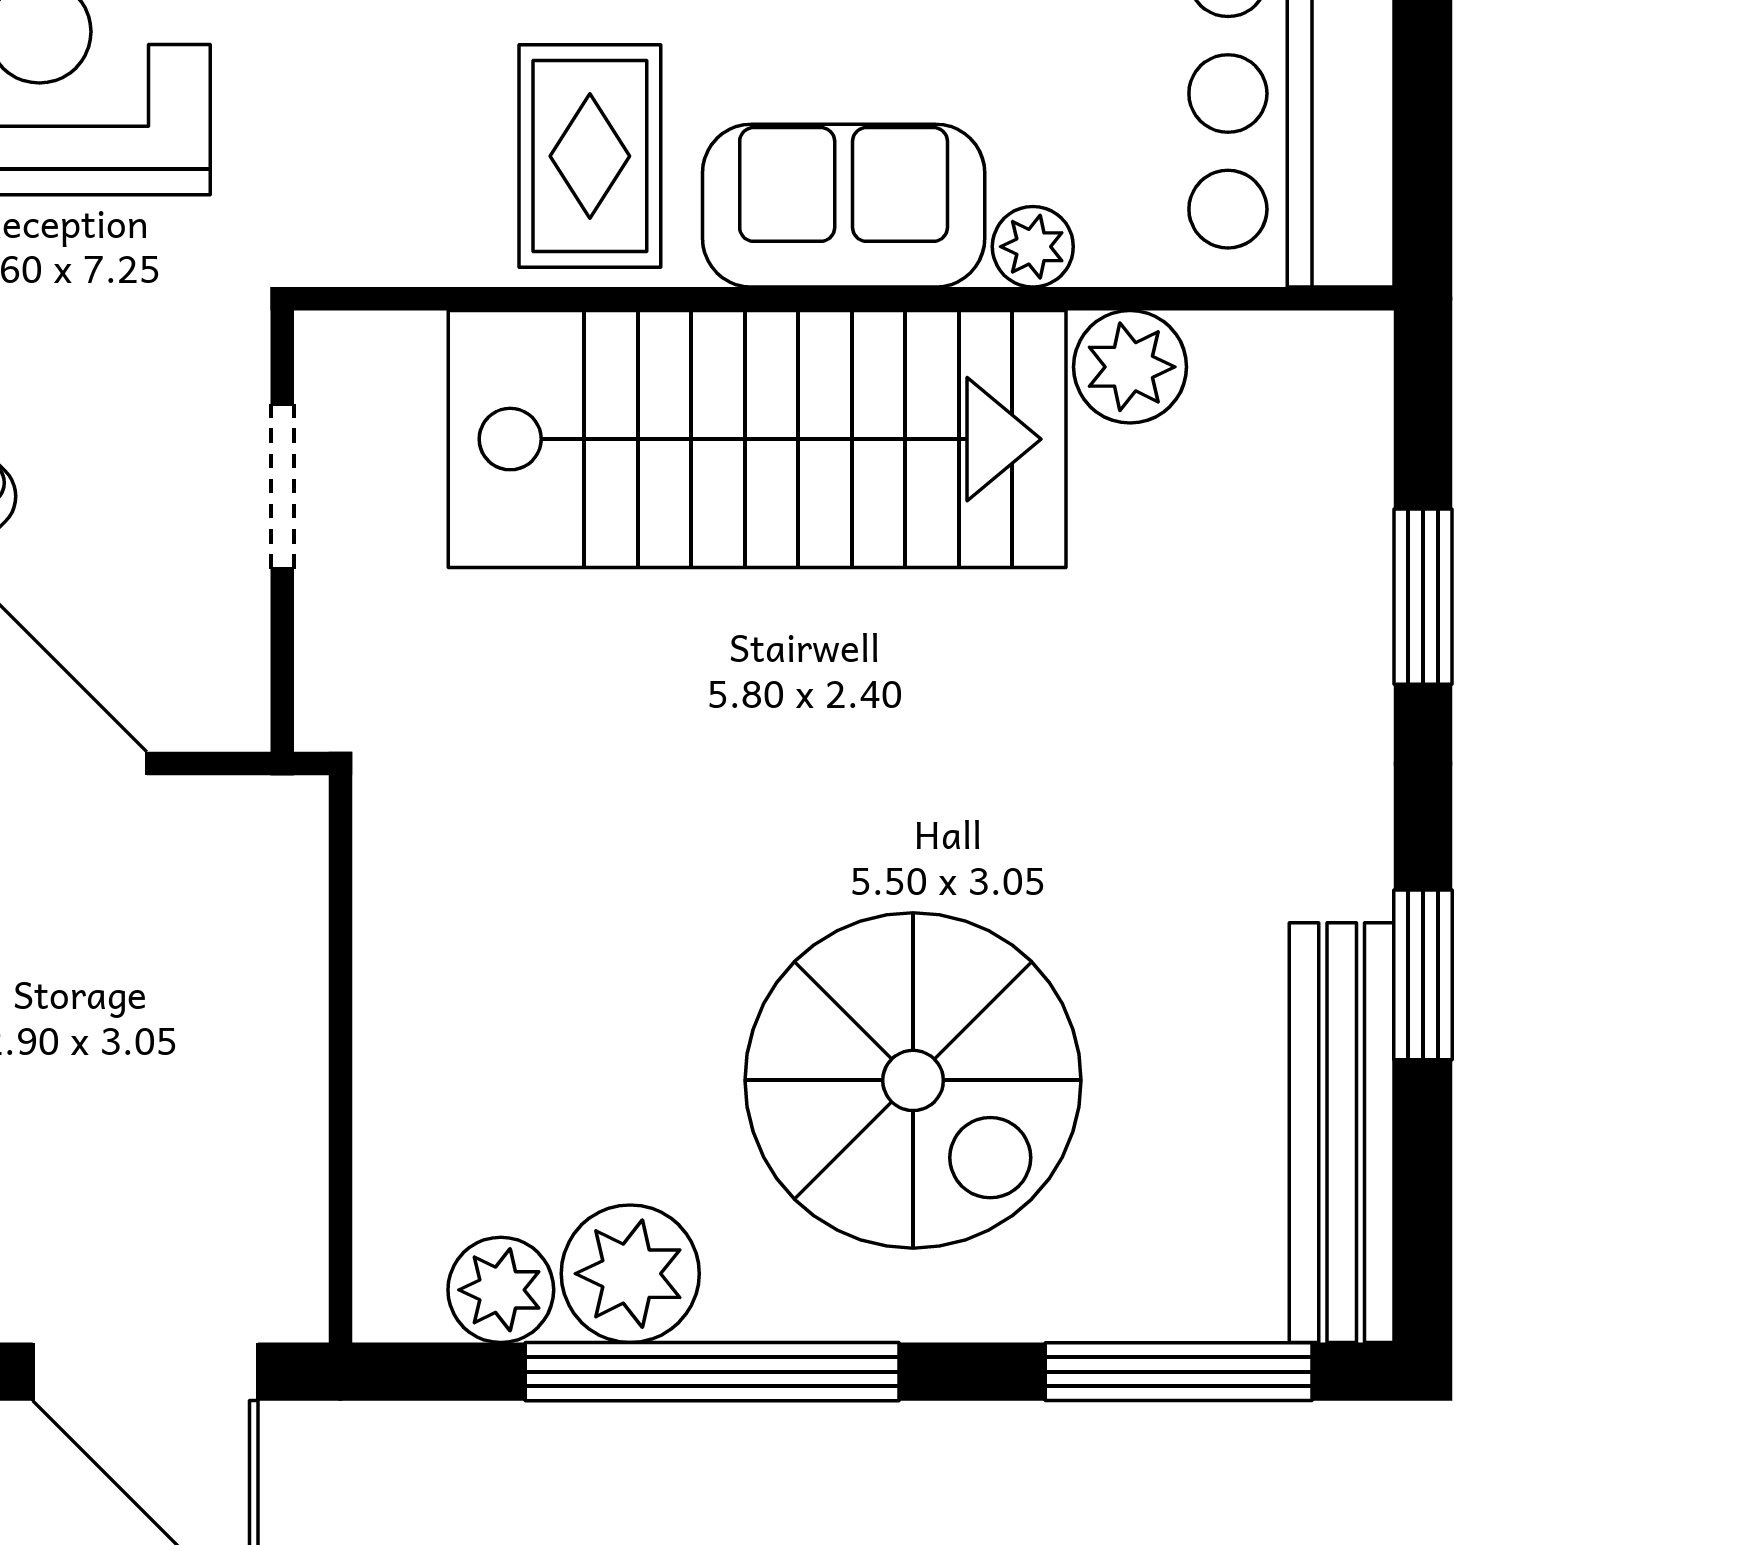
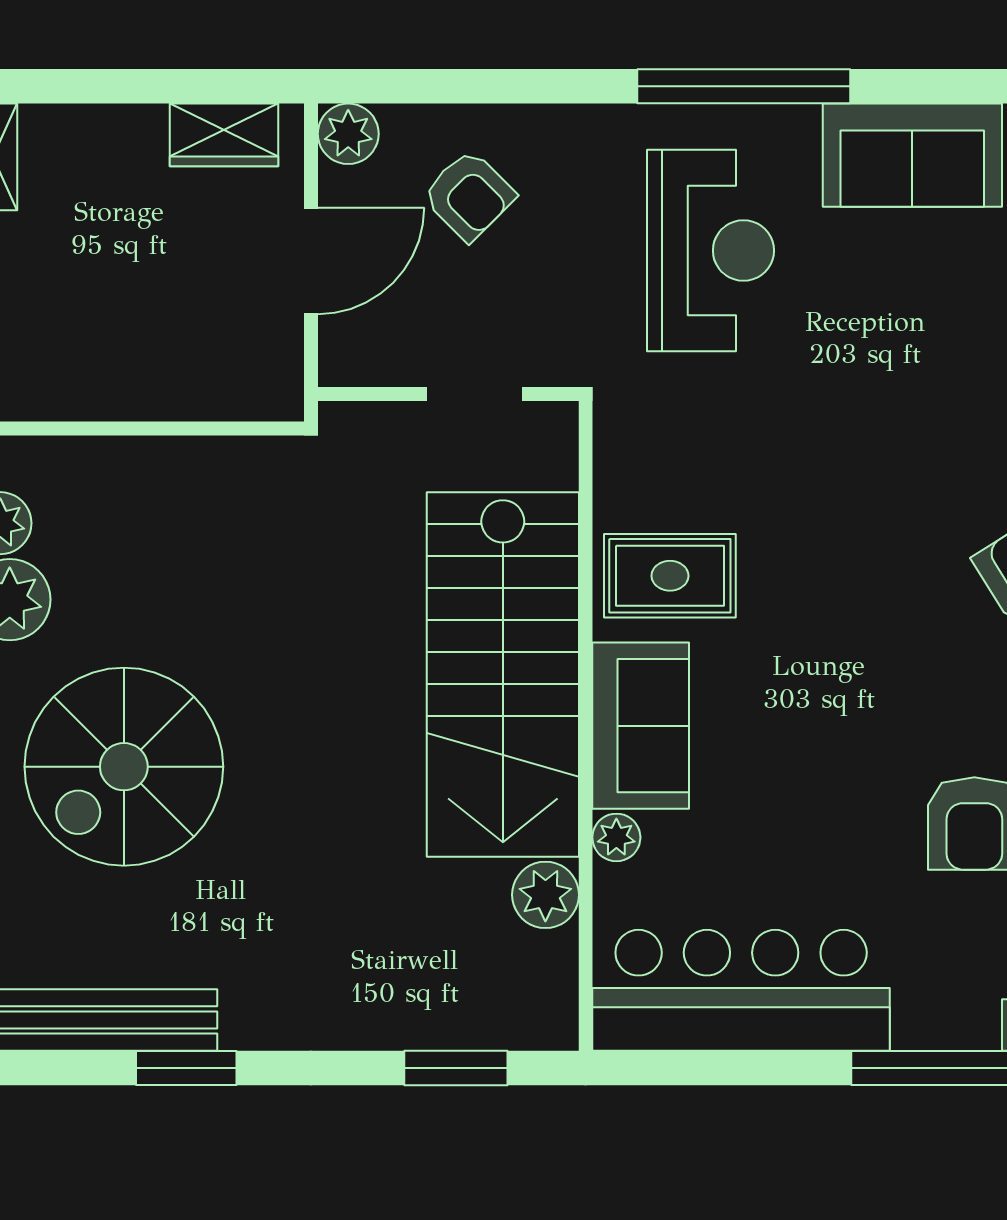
window: (1423, 597) -> (456, 1068), moved

